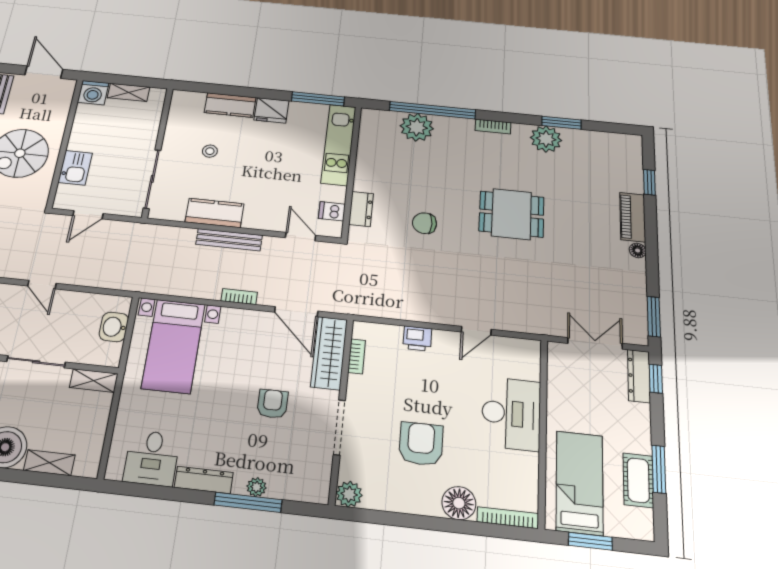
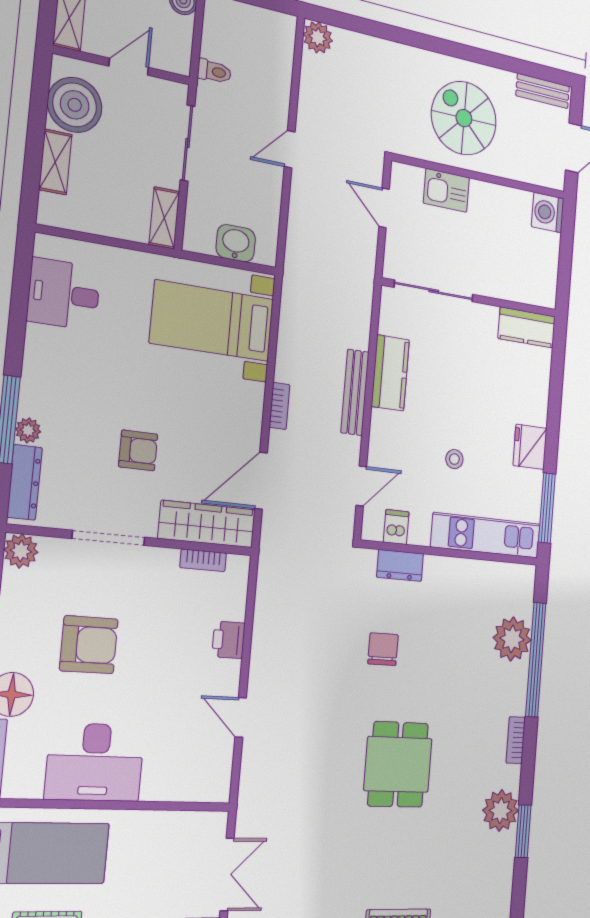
shelving: (129, 92) -> (549, 259), removed
kitchen counter: (230, 105) -> (527, 327), moved, turned -90
stool: (210, 151) -> (454, 459), moved
desk: (511, 414) -> (95, 762), moved
dresser: (204, 480) -> (25, 482), moved

